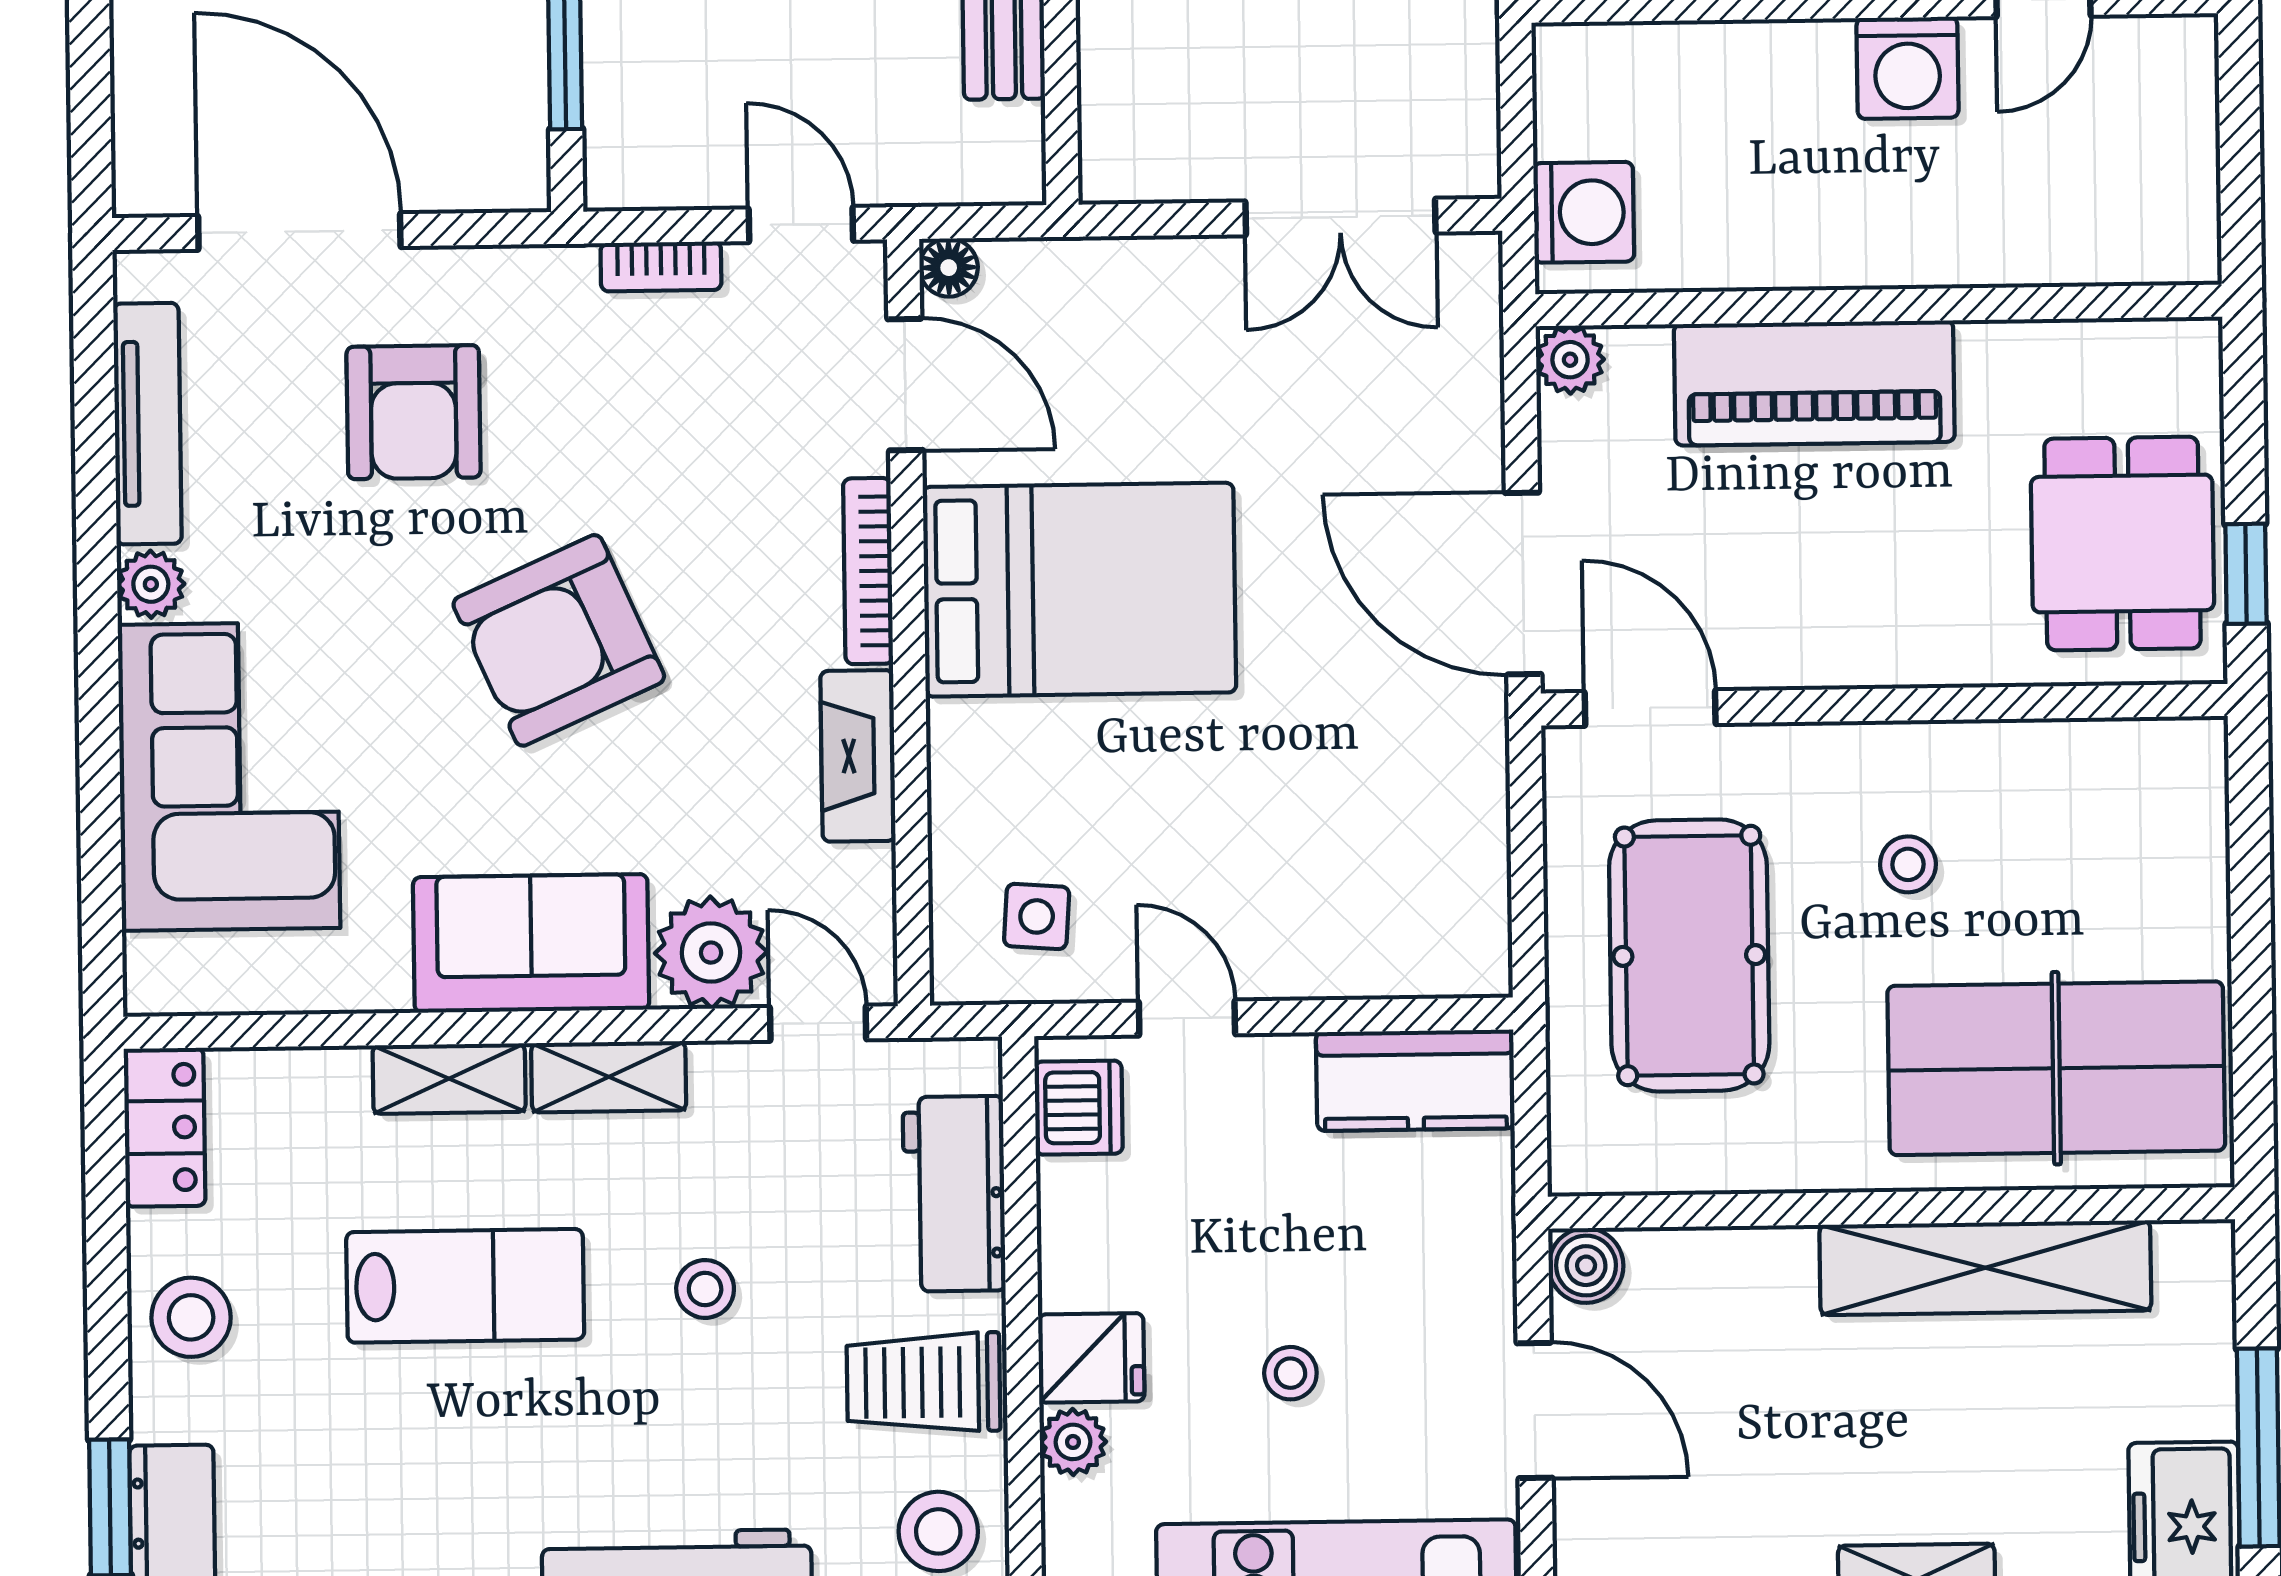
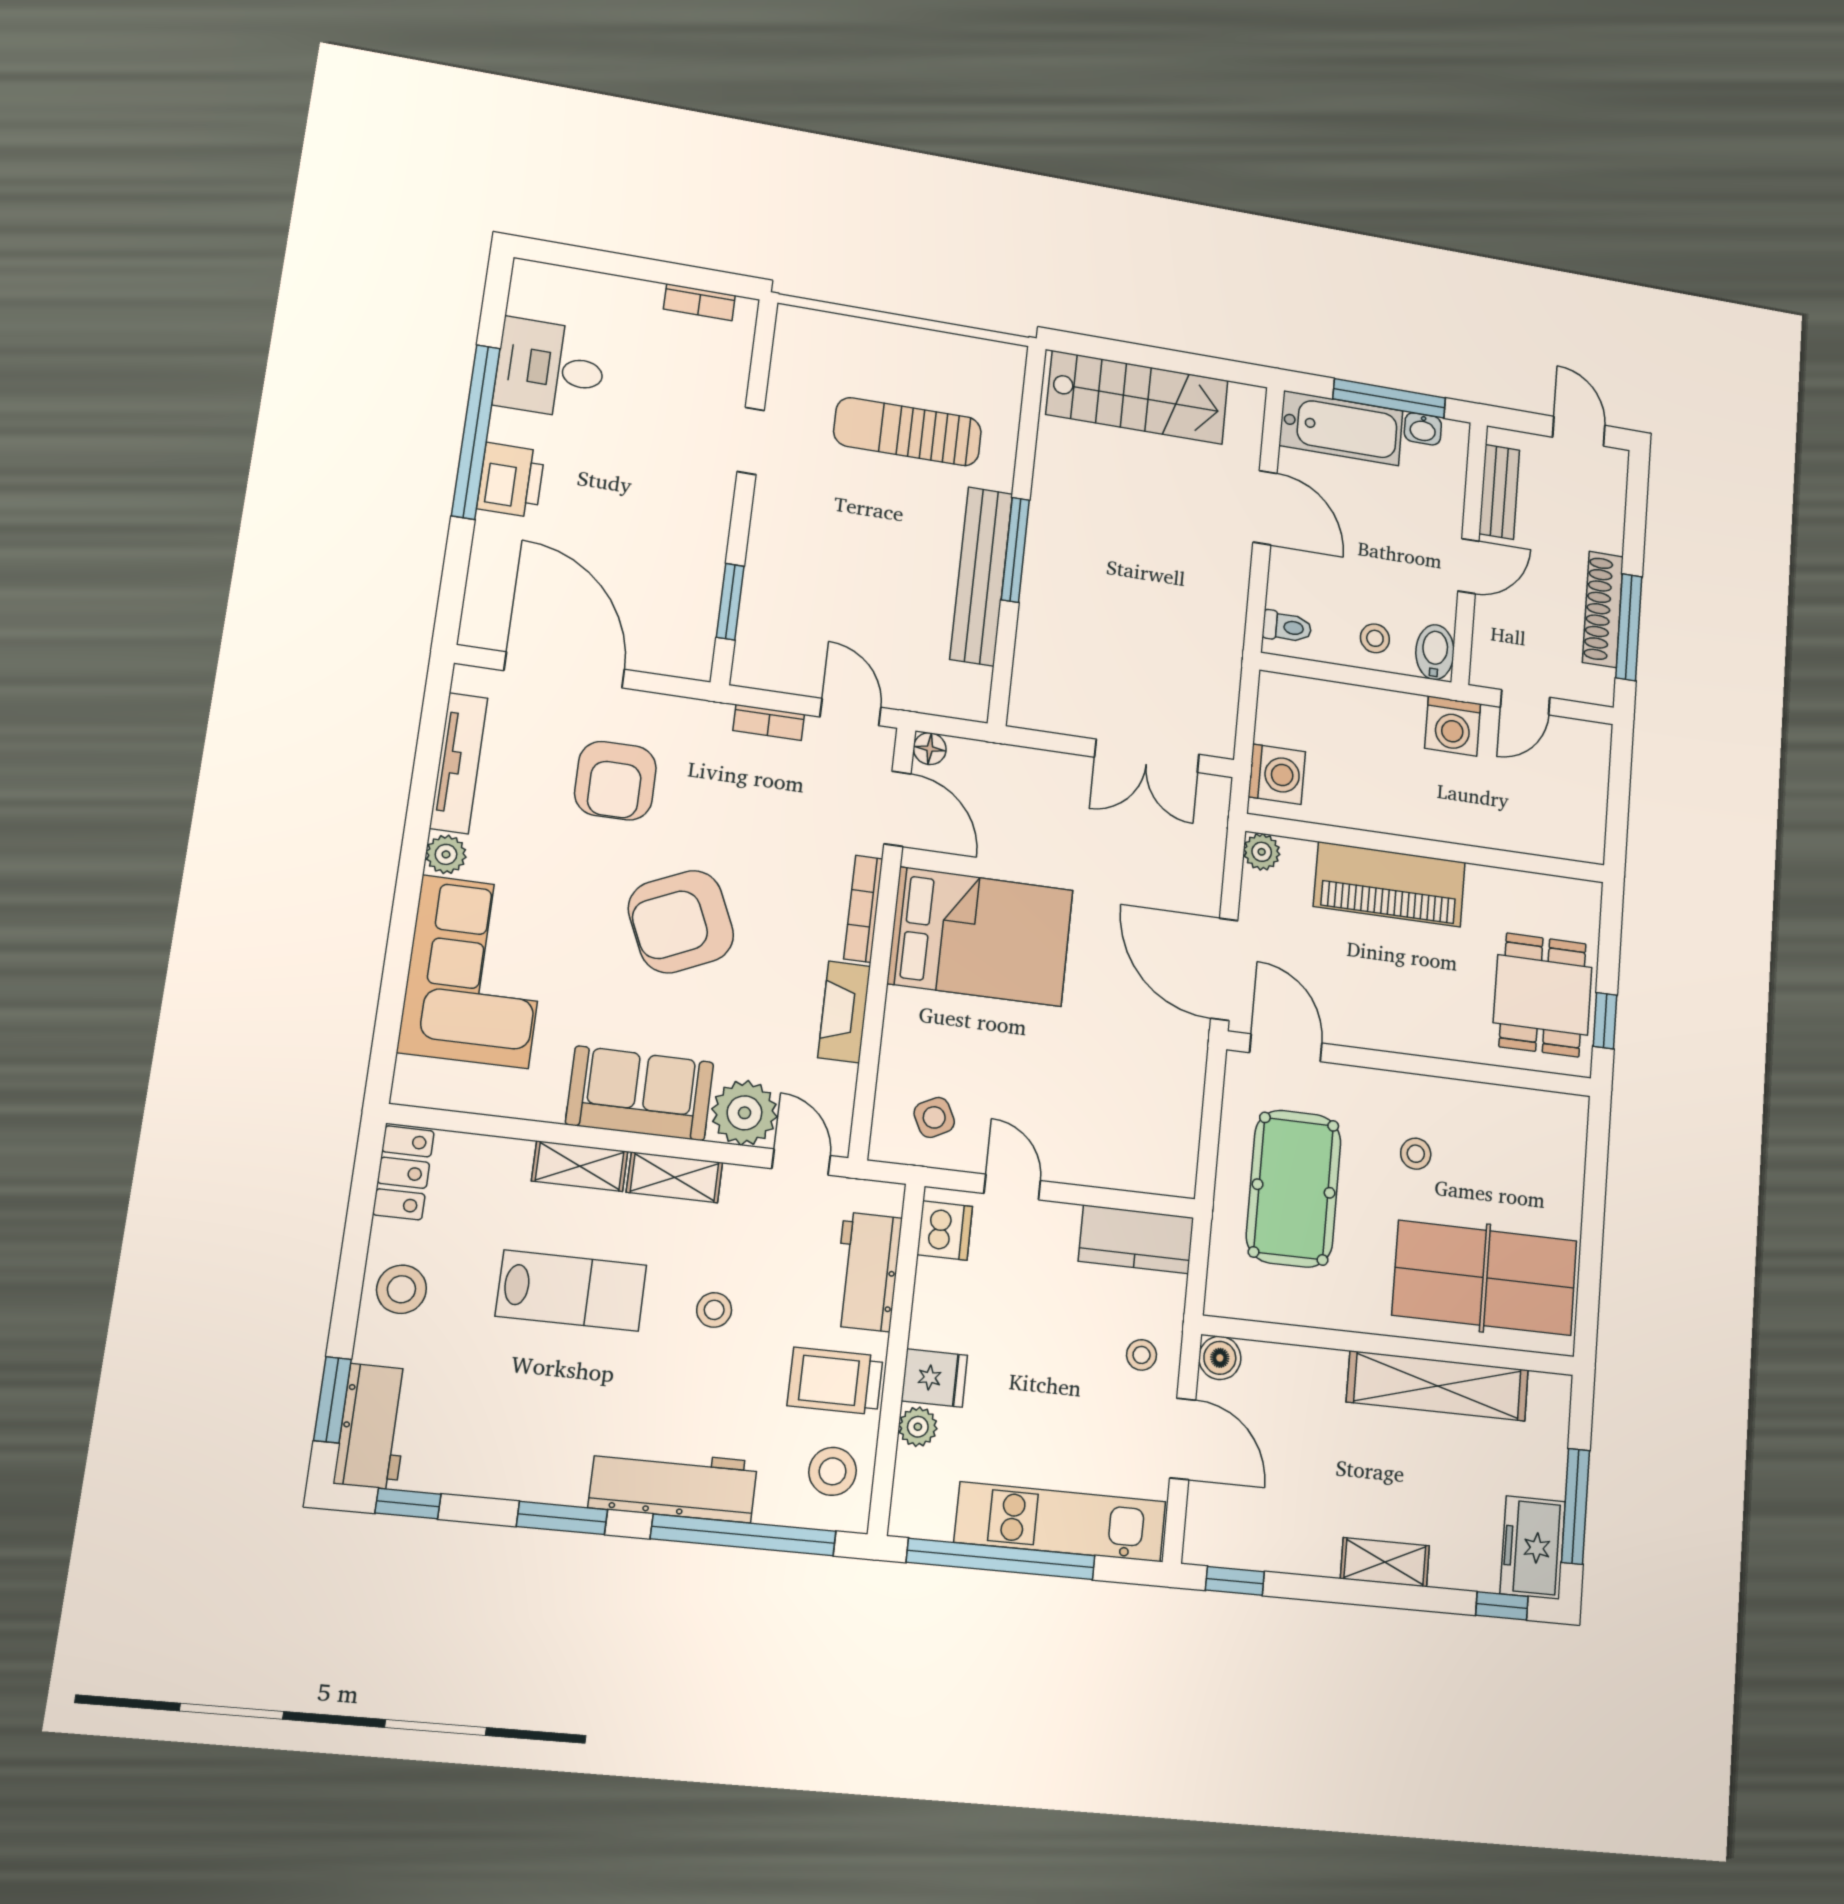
side table: (1037, 916) -> (934, 1117), turned -31
stool: (1290, 1373) -> (1142, 1355), moved

